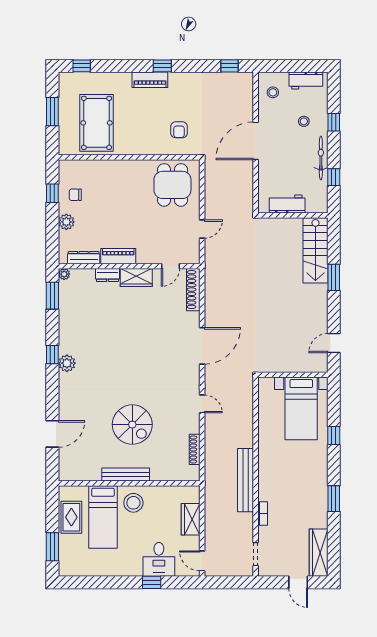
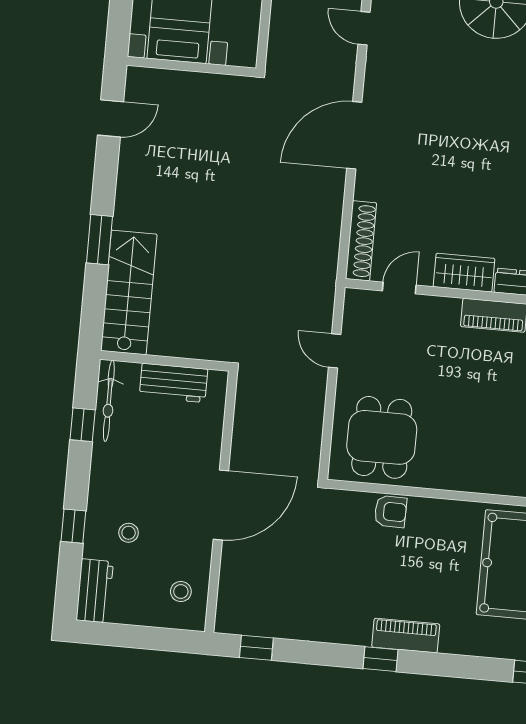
workbench: (306, 80) -> (95, 591), moved, turned 90
armchair: (179, 130) -> (391, 512), moved, turned 91
bicycle: (321, 158) -> (109, 401), moved
door: (202, 229) -> (335, 351), hinge flipped

